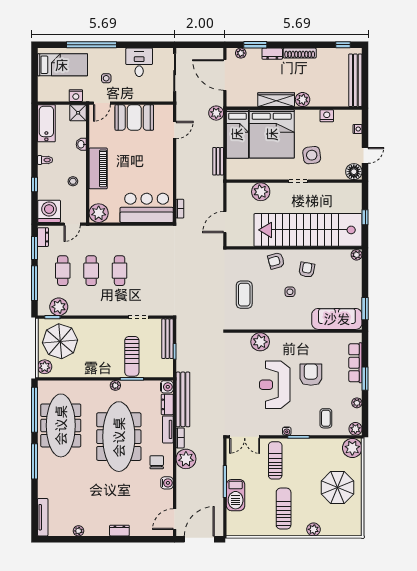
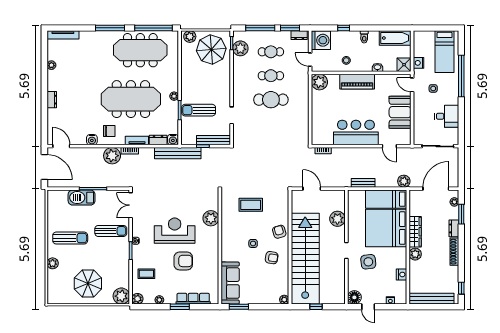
bar counter: (147, 208) -> (356, 132), moved, turned -90
cafe table: (120, 271) -> (271, 100), width x1.37, depth x1.35
bench: (183, 399) -> (178, 153), moved

